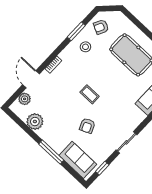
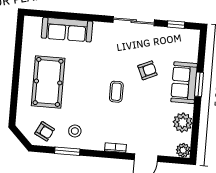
plant: (25, 99) -> (183, 150), moved
sliding door: (126, 142) -> (134, 21), width x1.37
window: (51, 152) -> (199, 84), width x0.69
sofa: (78, 160) -> (184, 83), moved

